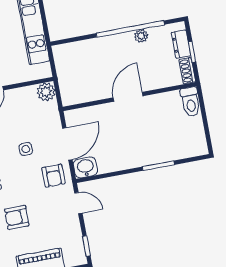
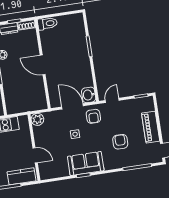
armchair: (54, 176) -> (93, 116), turned 90
armchair: (17, 217) -> (120, 142), turned 180

